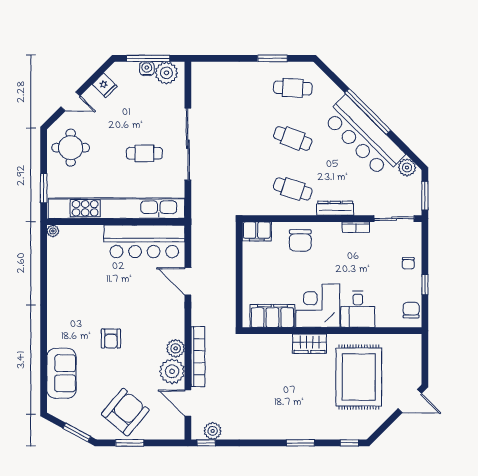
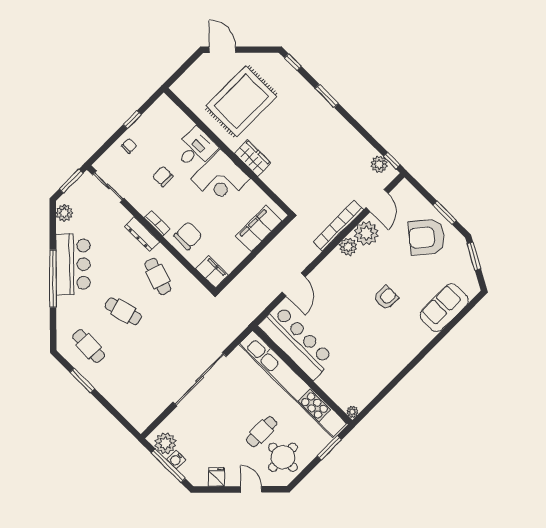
bar counter: (363, 136) -> (73, 264), width x0.73
cafe table: (293, 138) -> (123, 311), turned -36
cafe table: (144, 153) -> (262, 432), moved, turned 90
bookcase: (356, 227) -> (157, 223), moved
chair: (411, 310) -> (163, 176), moved, turned 90
filing cabinet: (272, 316) -> (259, 228), moved, turned 90

